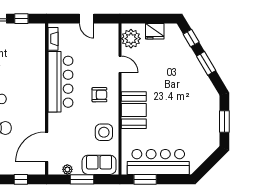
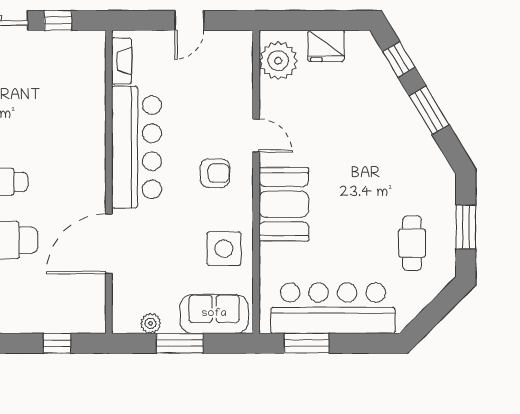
door: (87, 19) -> (189, 20), hinge flipped
door: (120, 64) -> (256, 136), moved
cafe table: (198, 130) -> (412, 243), added
door: (47, 147) -> (109, 244), moved

